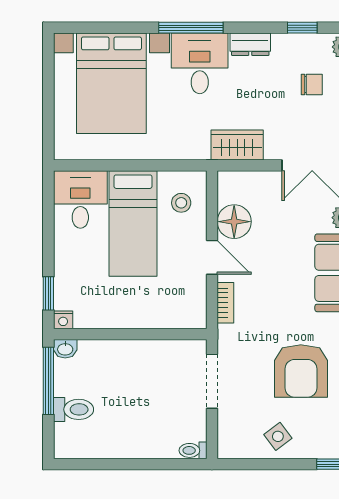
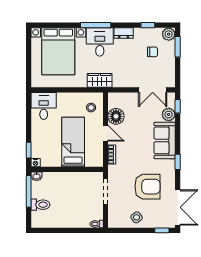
wardrobe: (237, 145) -> (100, 80), moved
bed: (133, 223) -> (73, 142), moved, turned 180
armchair: (301, 371) -> (147, 187), turned -90

